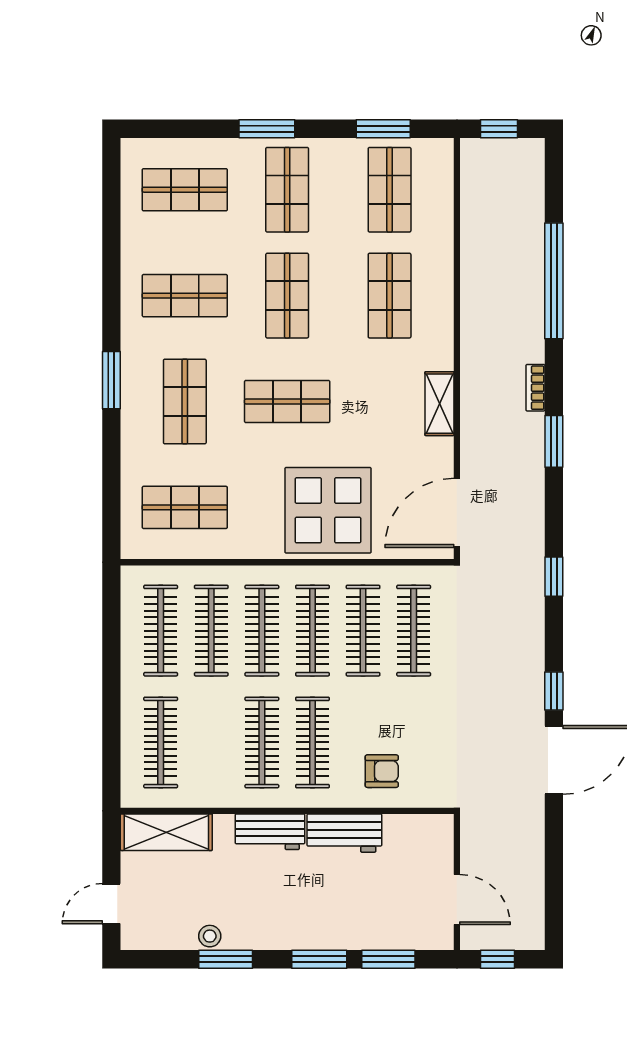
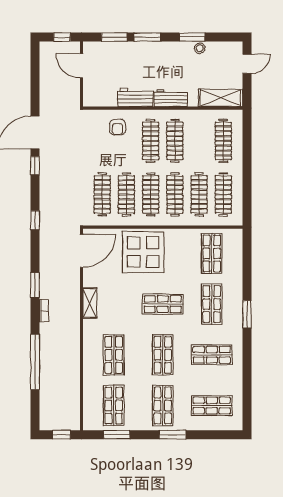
shop shelf: (185, 507) -> (212, 253), turned 90
armchair: (382, 771) -> (117, 127), turned -90

